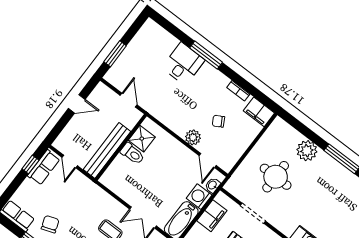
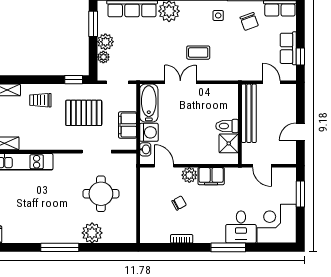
corner desk: (153, 44) -> (277, 224), added
filing cabinet: (259, 112) -> (211, 176), moved, turned 180
row of seats: (44, 167) -> (288, 48), moved

